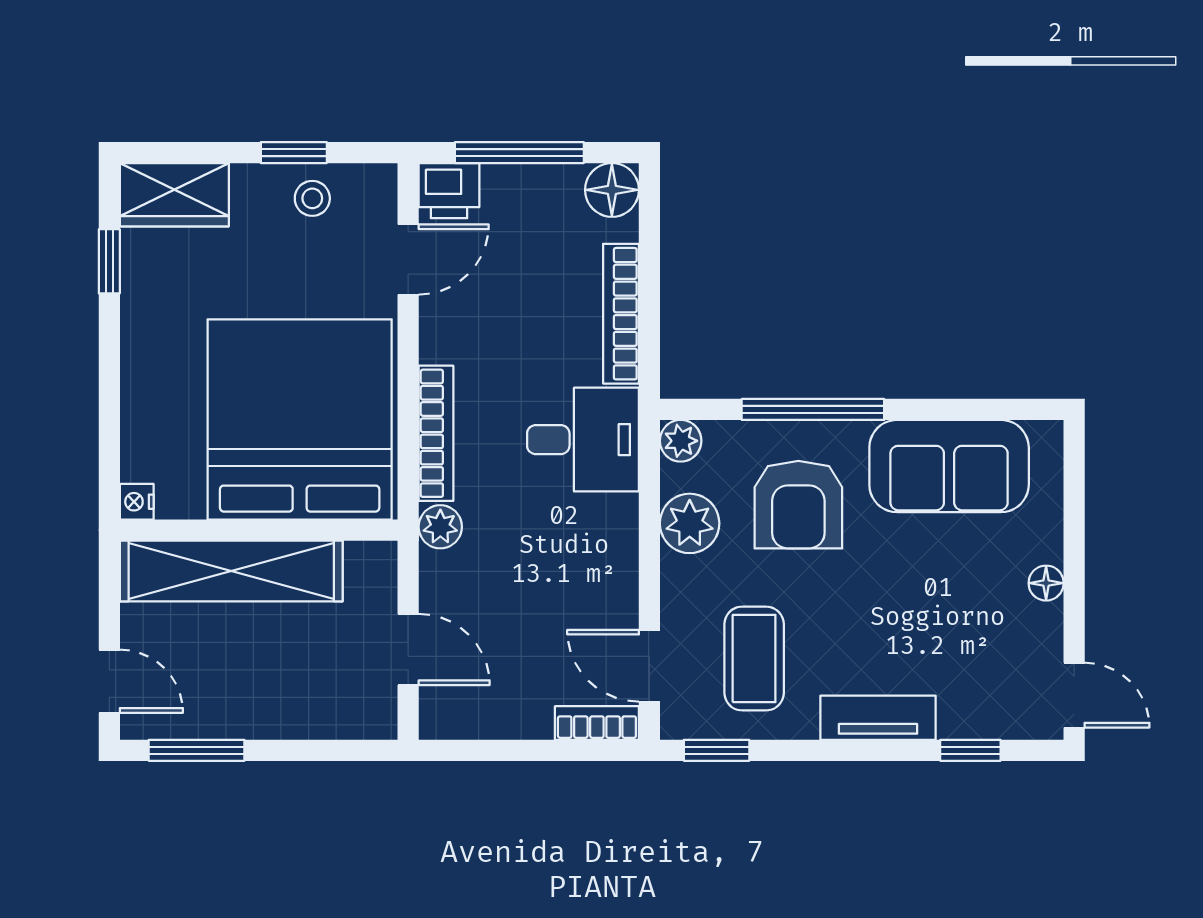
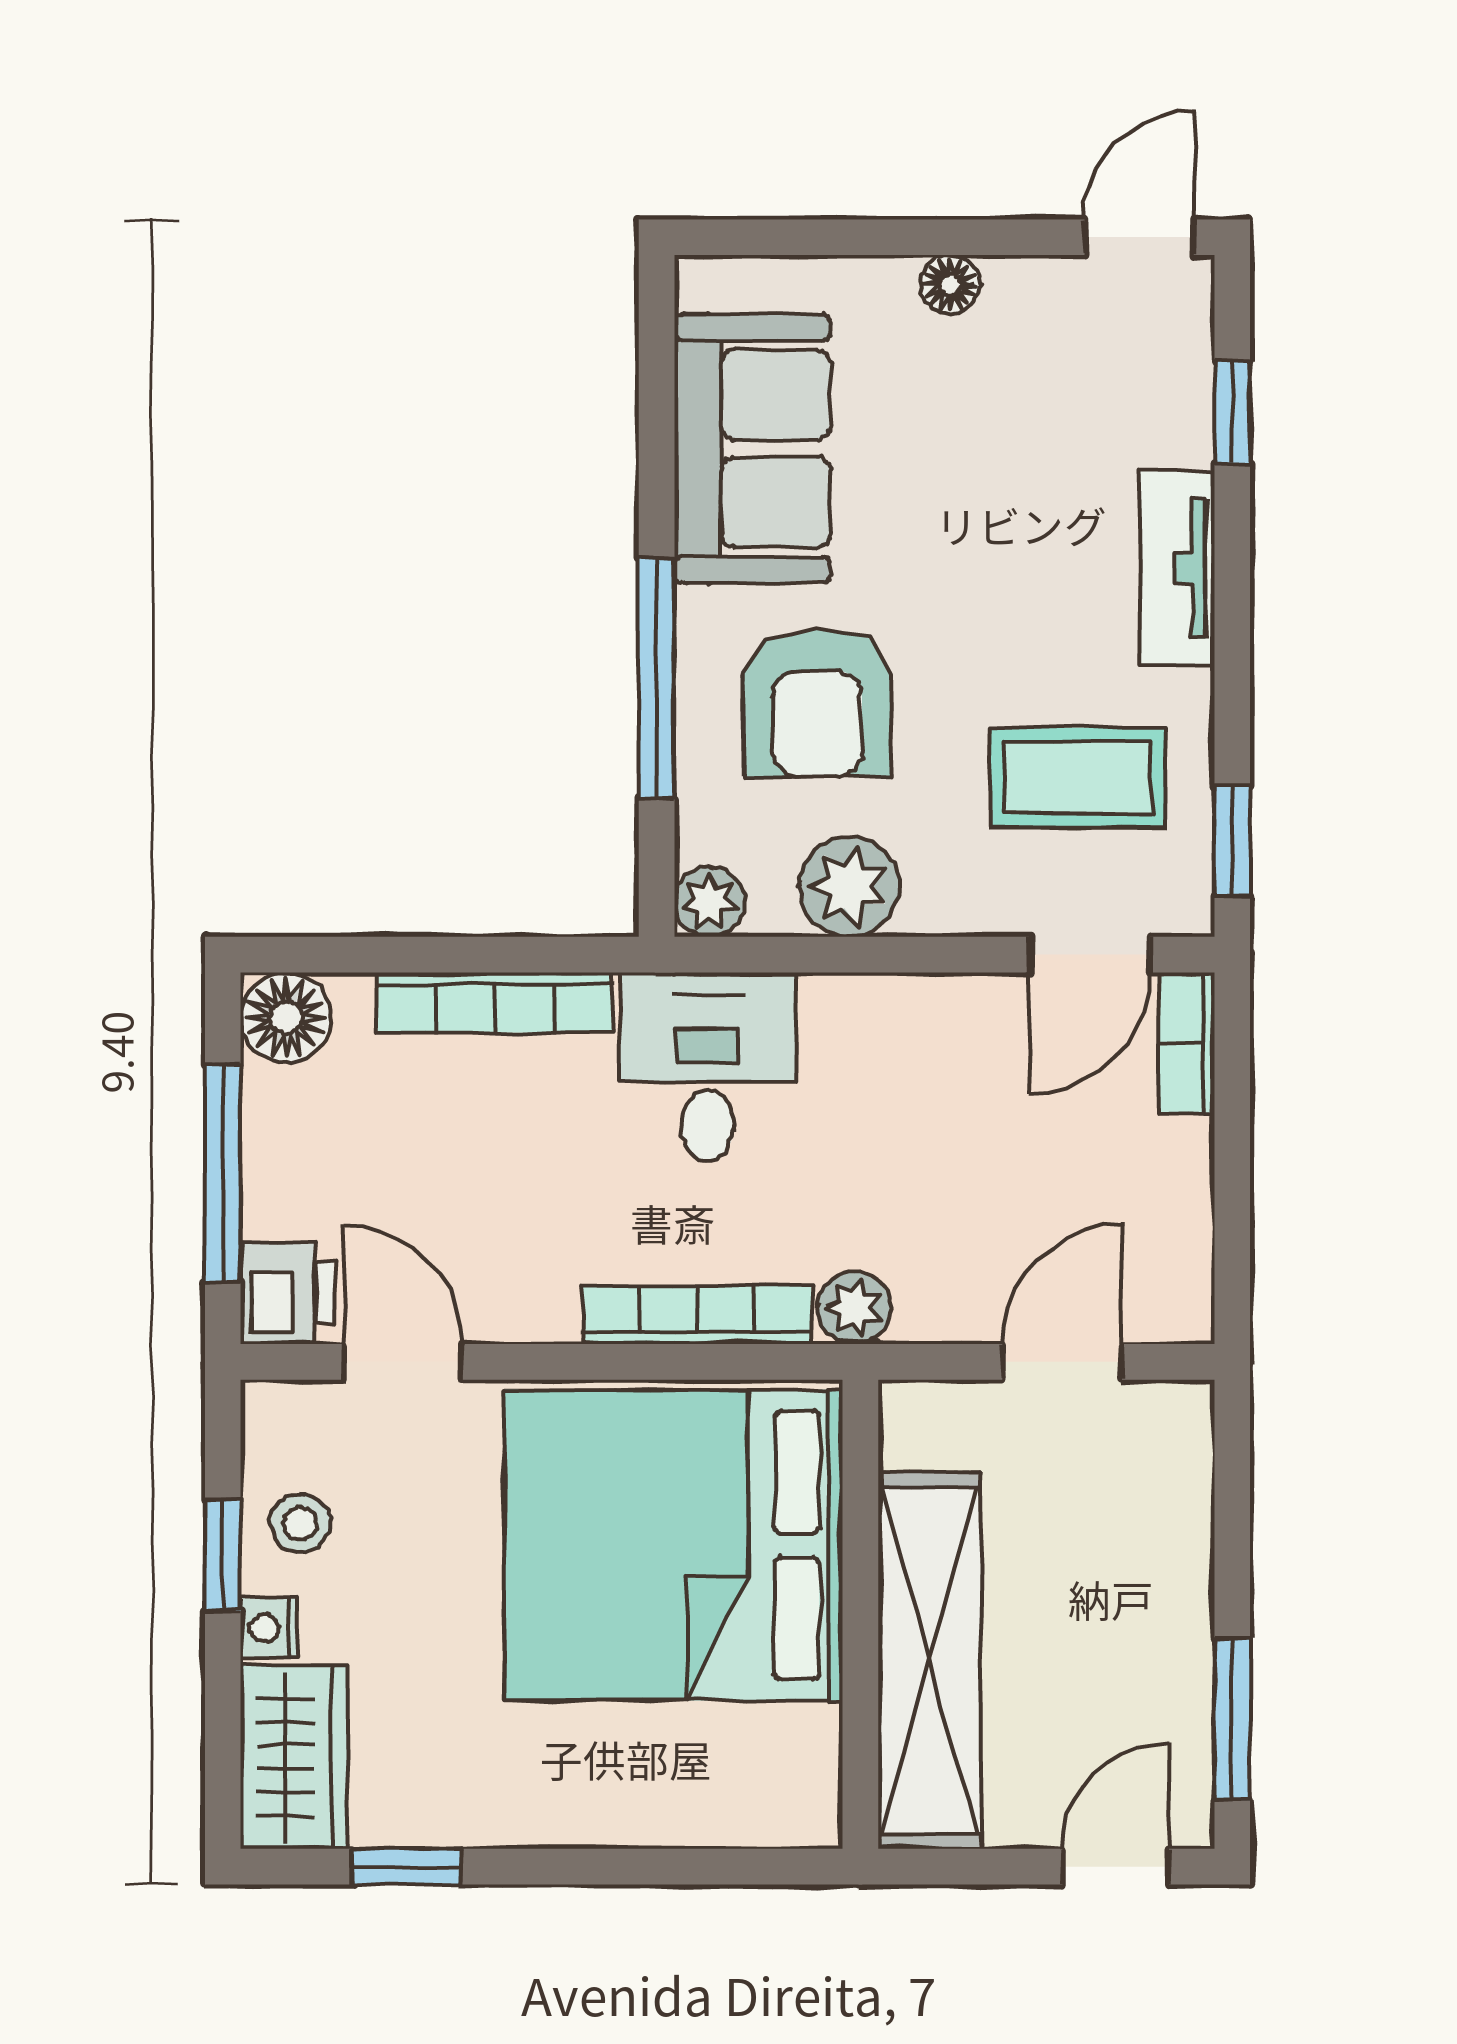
nightstand: (137, 502) -> (269, 1628), moved, turned 90
armchair: (798, 505) -> (817, 703), turned 90

